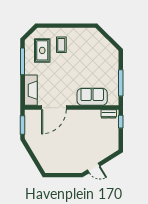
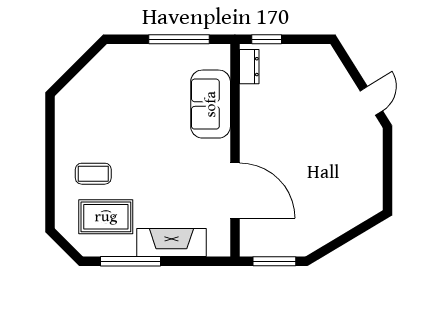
fireplace: (31, 90) -> (171, 242), moved

